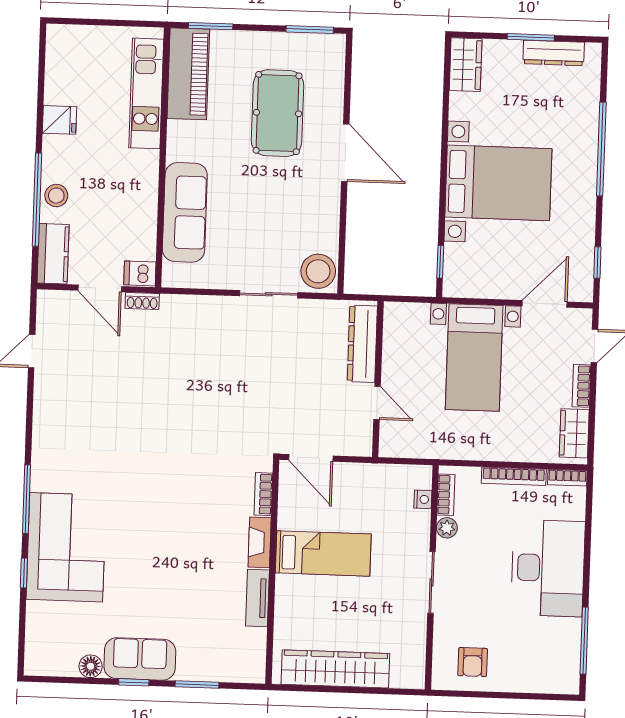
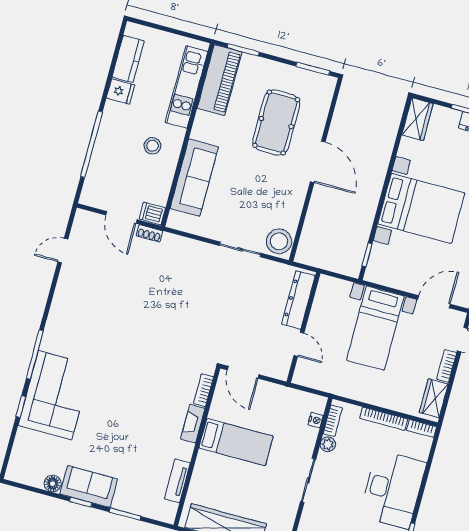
stool: (56, 196) -> (153, 146), moved
kitchen counter: (53, 254) -> (128, 59), moved
tv unit: (257, 598) -> (177, 481), moved

